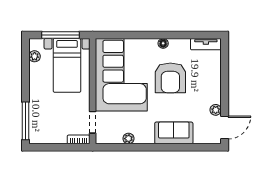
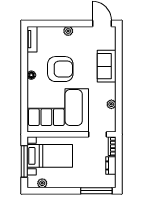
plant: (216, 110) -> (68, 31), moved
dresser: (56, 138) -> (111, 165), added

